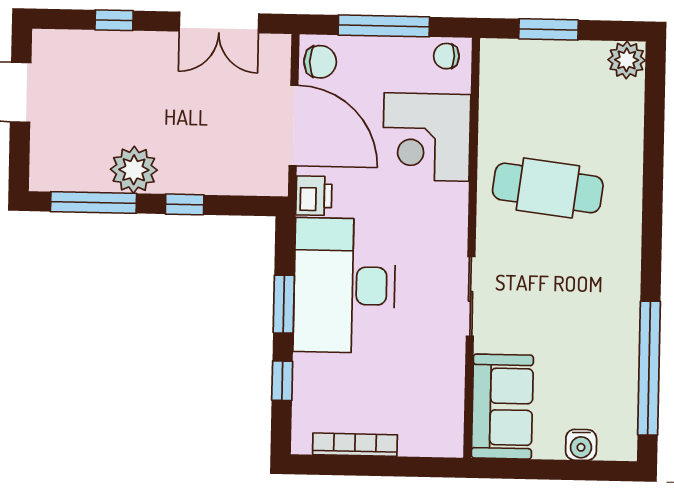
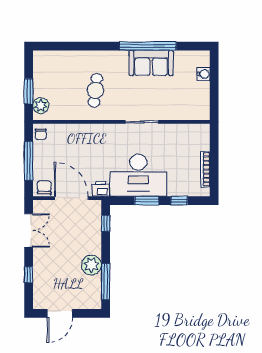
plant: (627, 60) -> (41, 106), moved
door: (294, 126) -> (71, 198), hinge flipped
corner desk: (427, 137) -> (75, 142), removed
cafe table: (548, 188) -> (95, 90), width x0.73, depth x0.74
window: (185, 204) -> (106, 223), moved
window: (649, 368) -> (148, 46), moved
sofa: (502, 407) -> (151, 63), moved, turned 180

